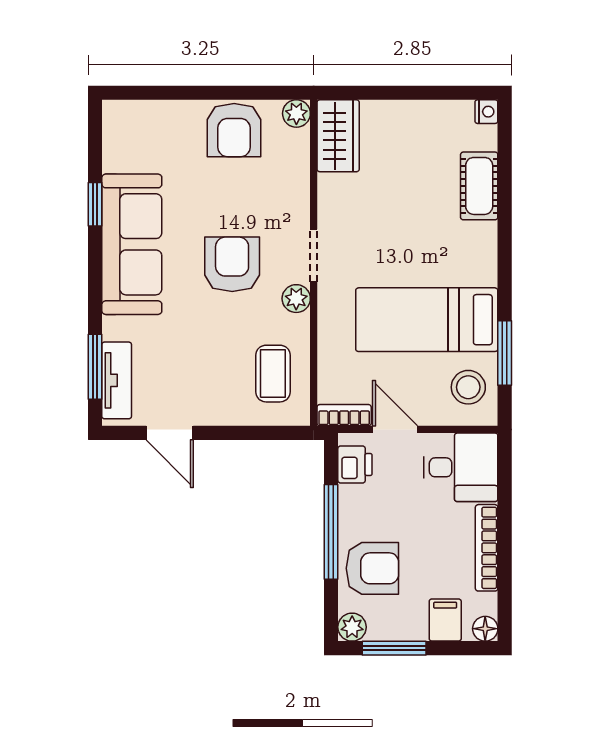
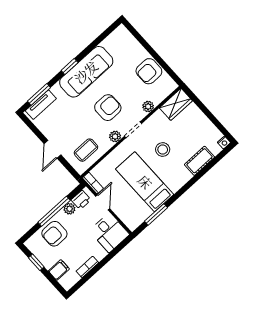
plant: (296, 113) -> (148, 106), moved
window: (95, 204) -> (70, 67), moved
stool: (468, 387) -> (163, 150), moved
door: (170, 433) -> (52, 149), moved
bookcase: (487, 548) -> (87, 267), width x0.64
armchair: (372, 568) -> (54, 234), turned 90
plant: (352, 627) -> (70, 209), moved
floor lamp: (485, 629) -> (67, 284), removed
window: (394, 648) -> (36, 262), width x0.67

